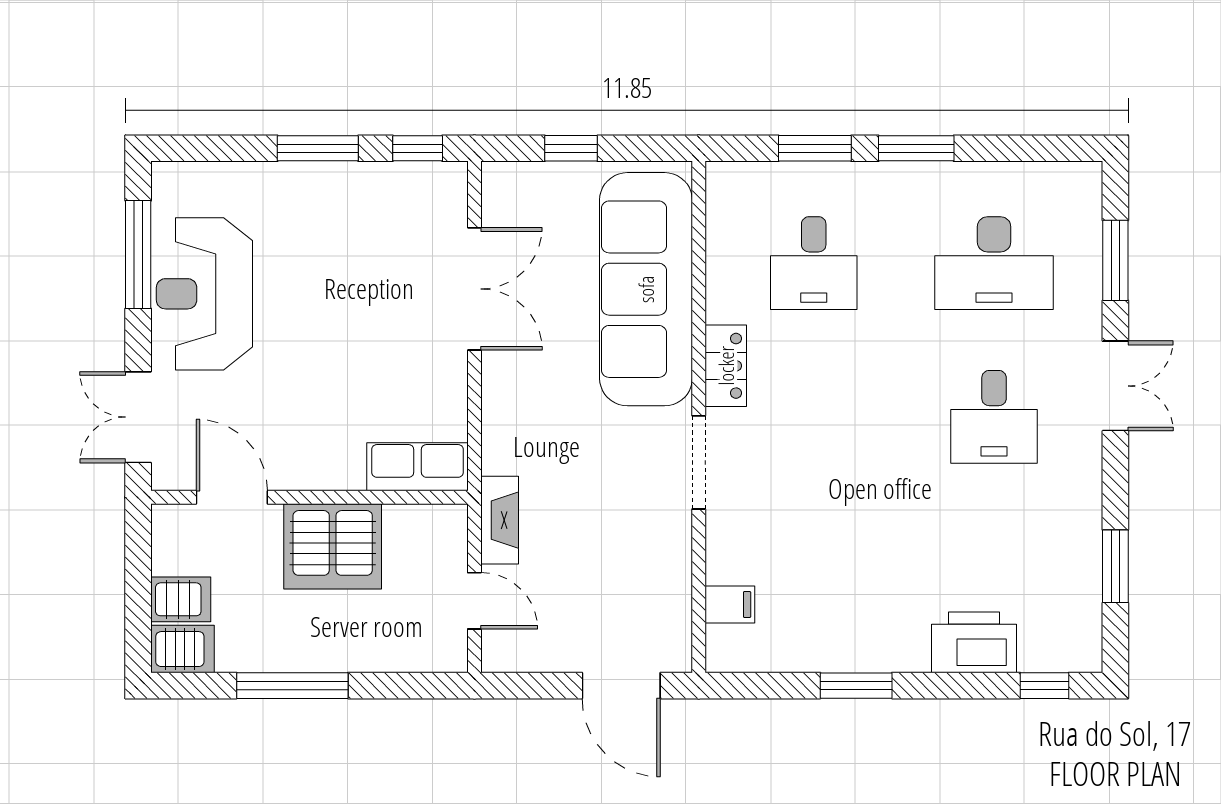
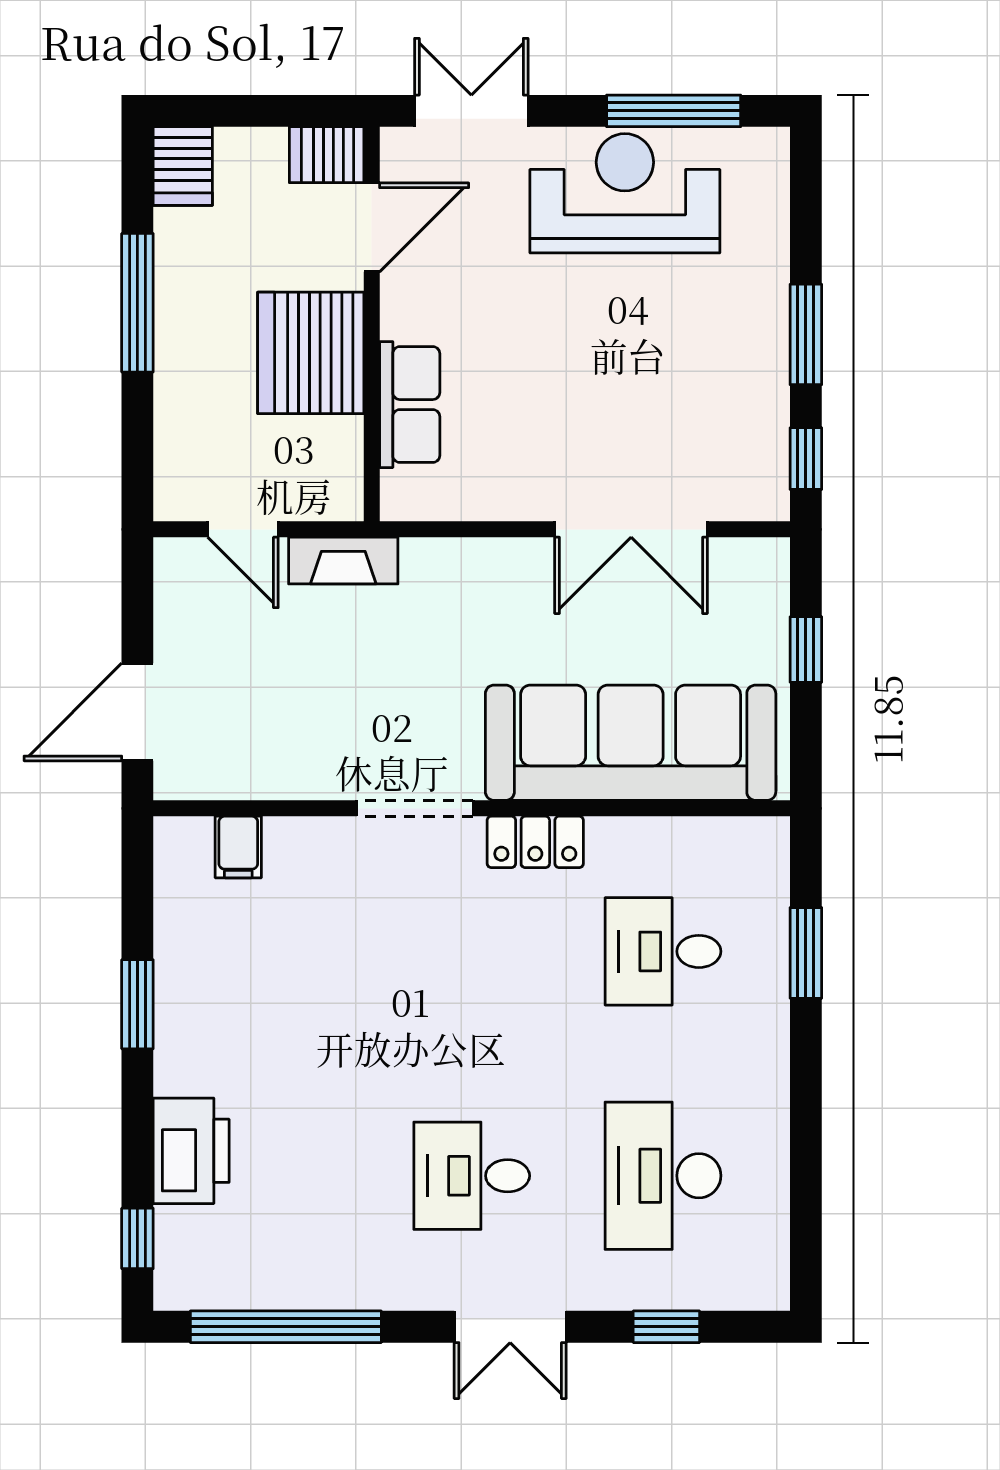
window: (916, 148) -> (806, 1079), removed
window: (1115, 260) -> (666, 1327), width x0.67
row of seats: (418, 467) -> (410, 405), moved
window: (1115, 566) -> (286, 1327), width x2.11
server rack: (181, 599) -> (327, 155), moved, turned 90
door: (474, 601) -> (243, 529), hinge flipped

